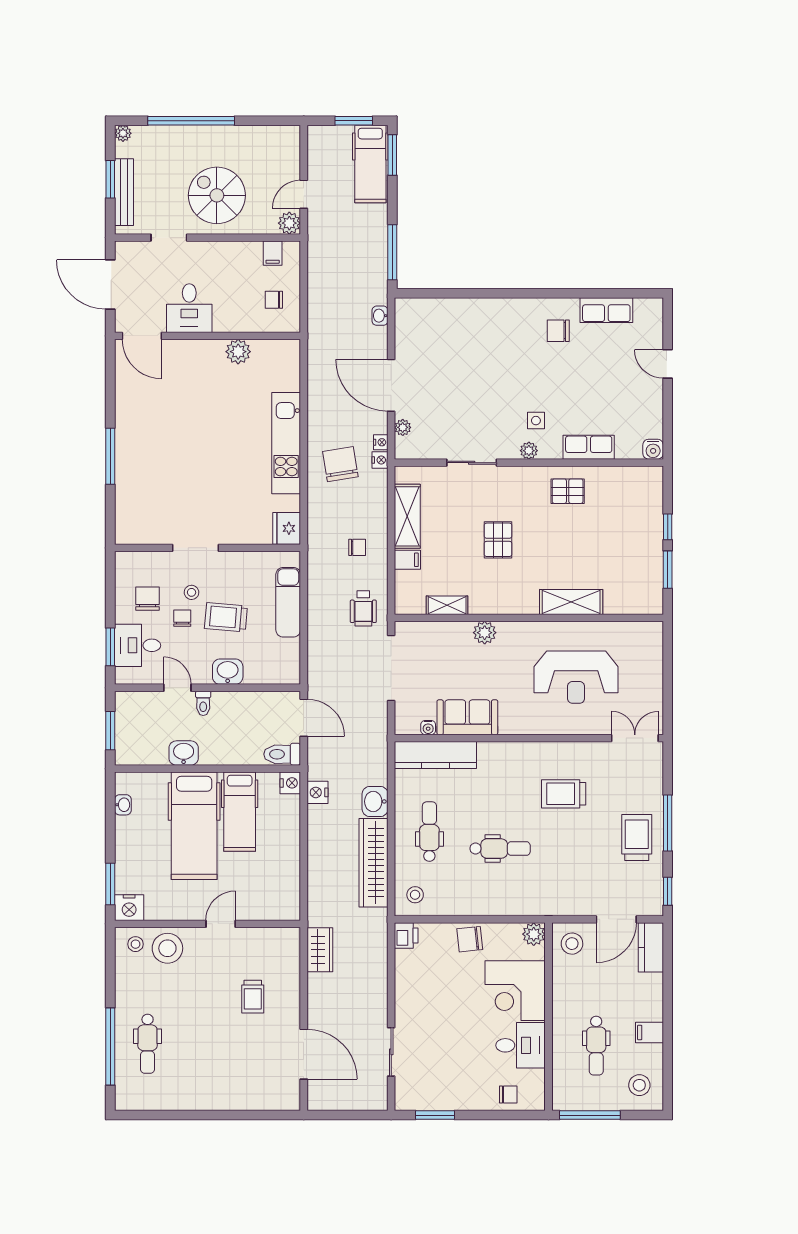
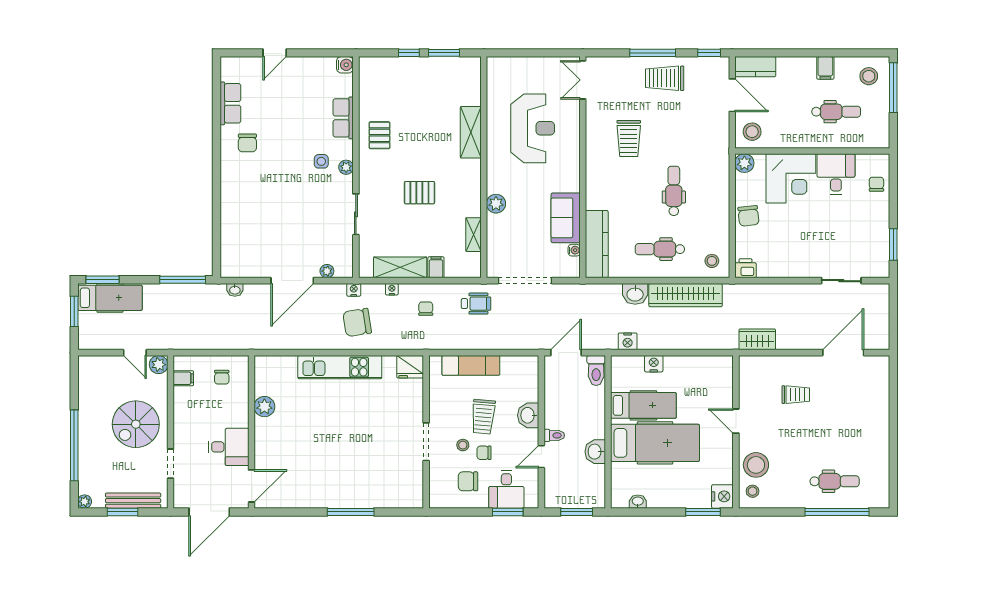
nightstand: (381, 442) -> (392, 289), moved
nightstand: (290, 783) -> (654, 364), moved
window: (590, 1115) -> (893, 88), moved

